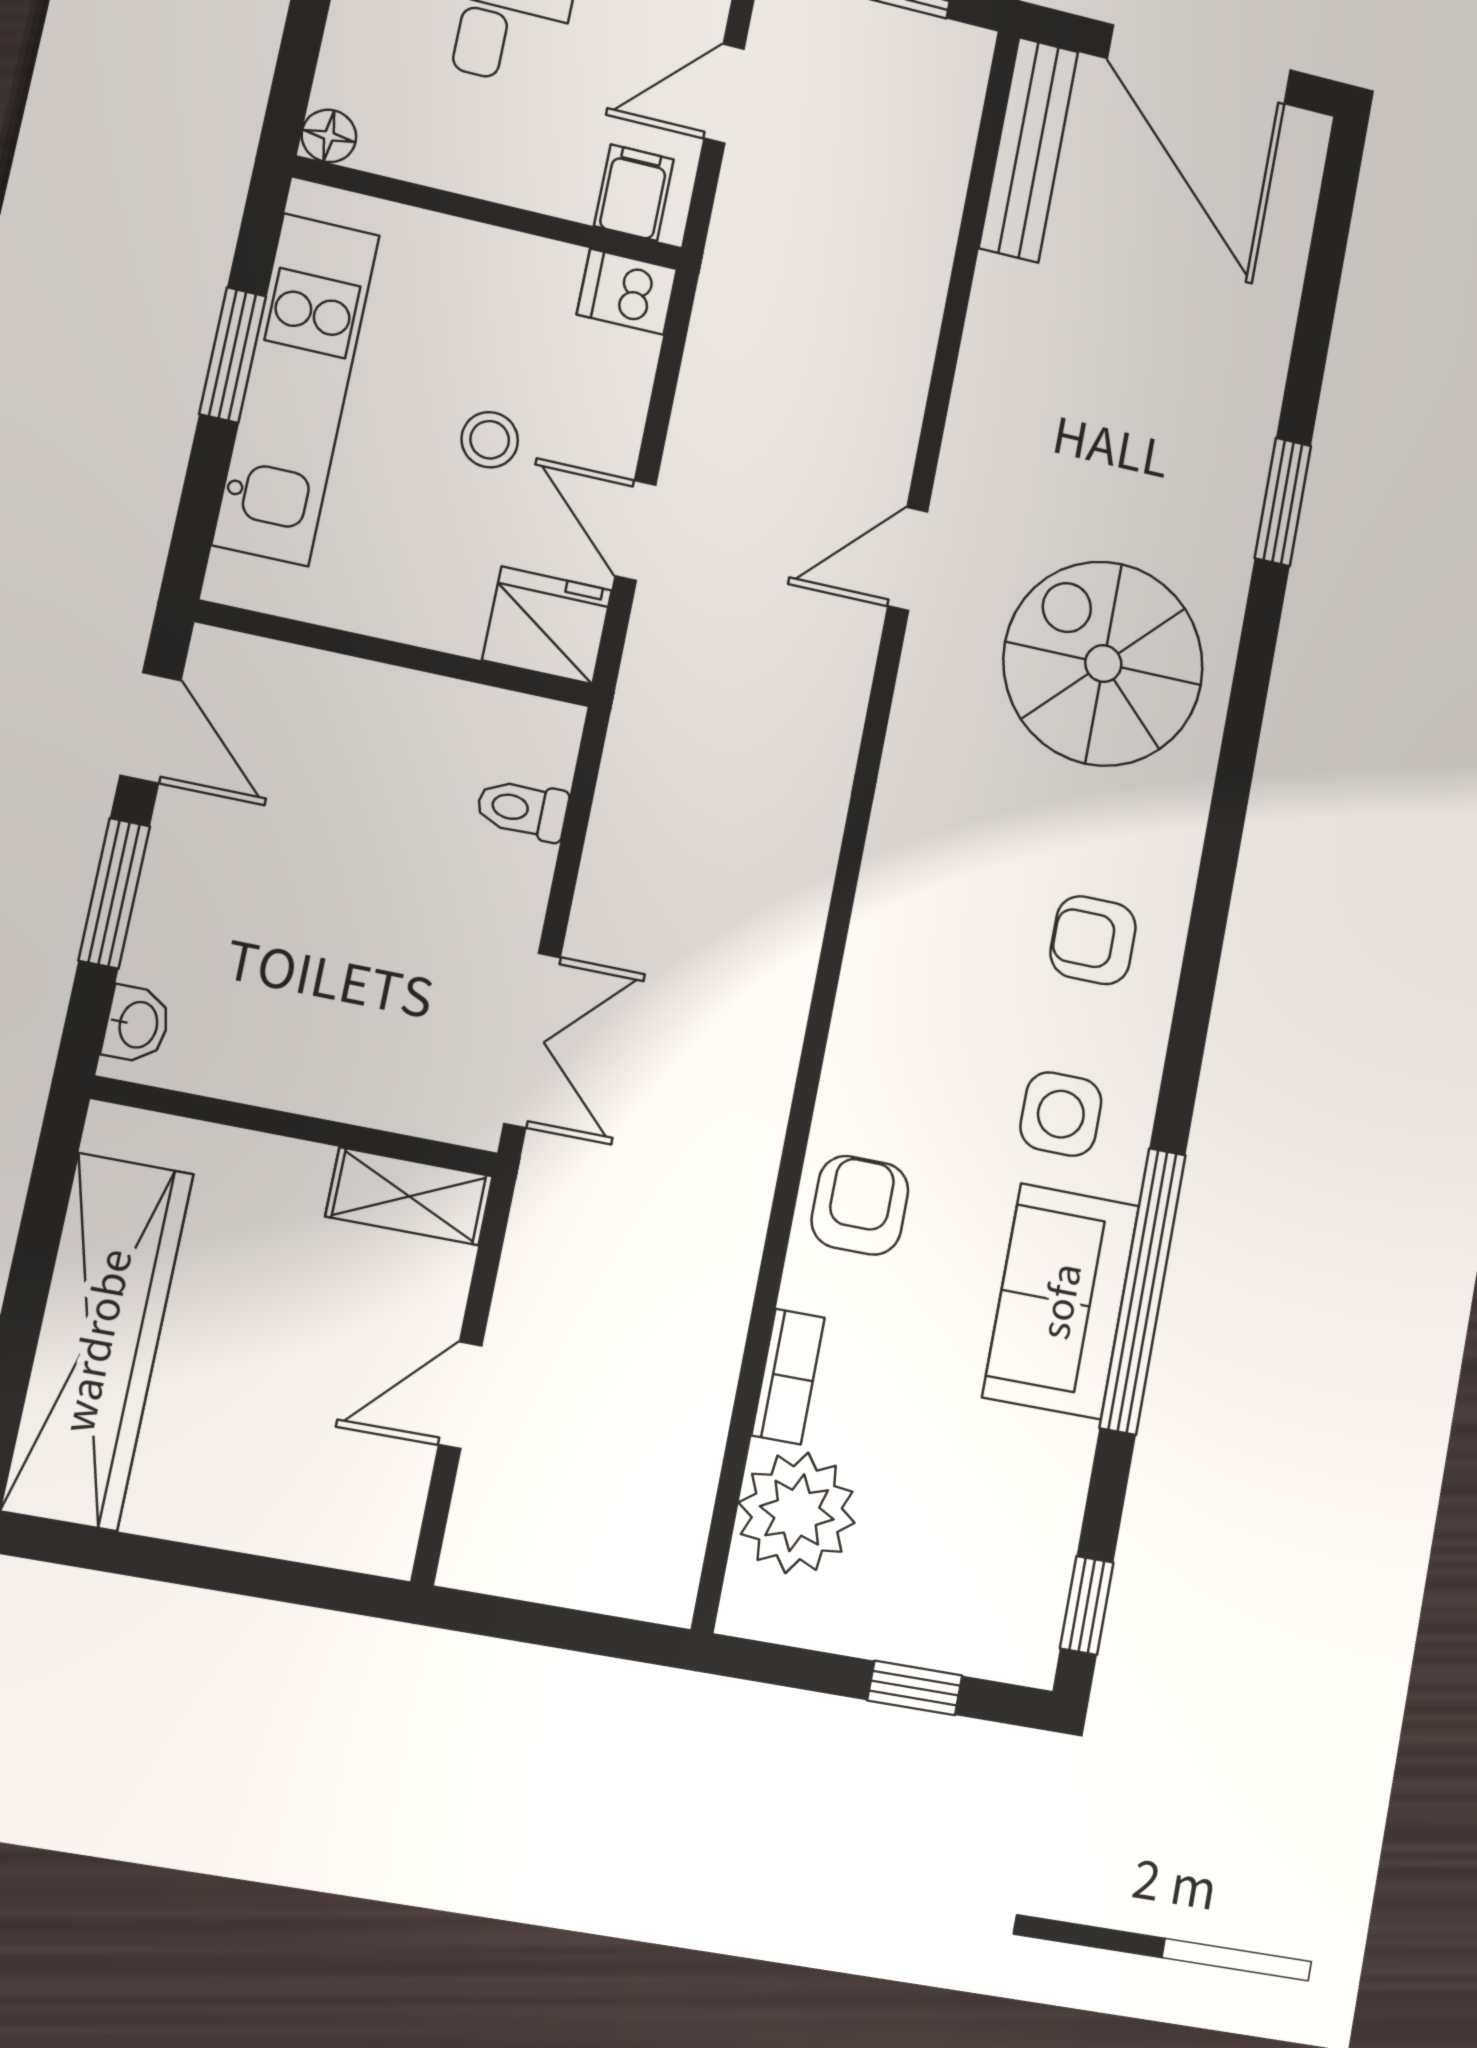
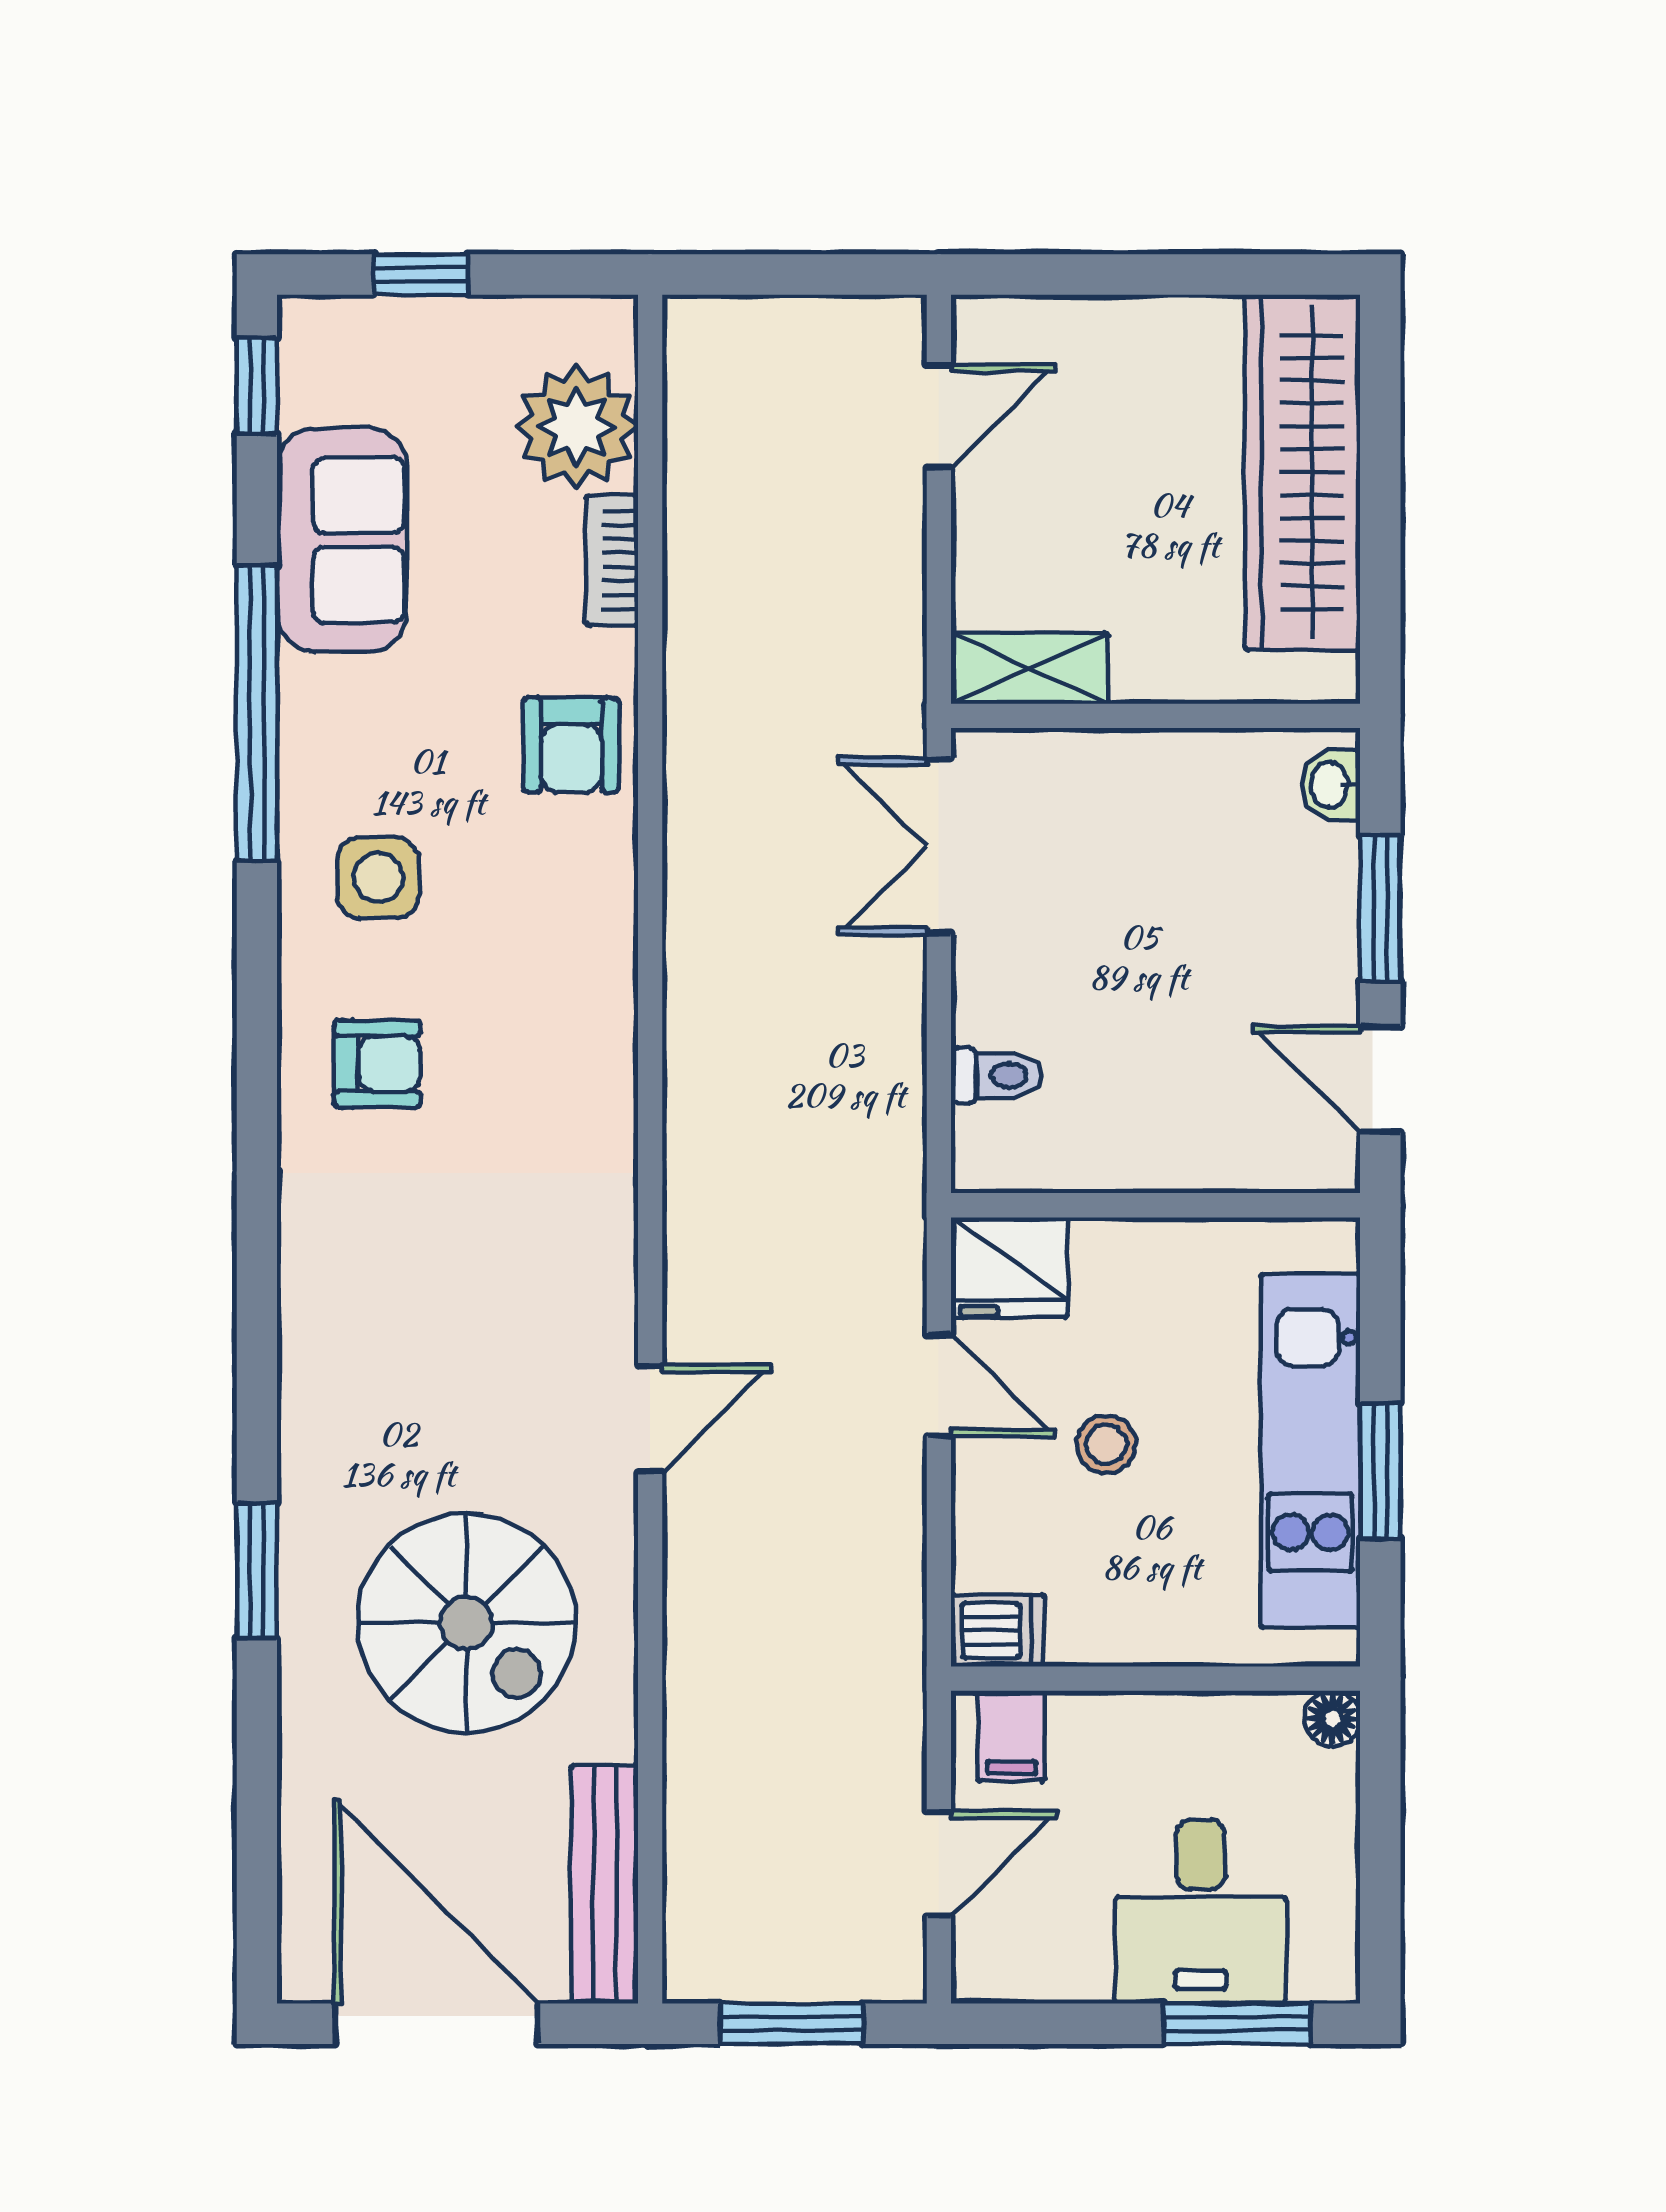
spiral stairs: (1103, 664) -> (466, 1623), moved
sofa: (1061, 1301) -> (342, 540), moved
door: (460, 1395) -> (939, 416), moved

